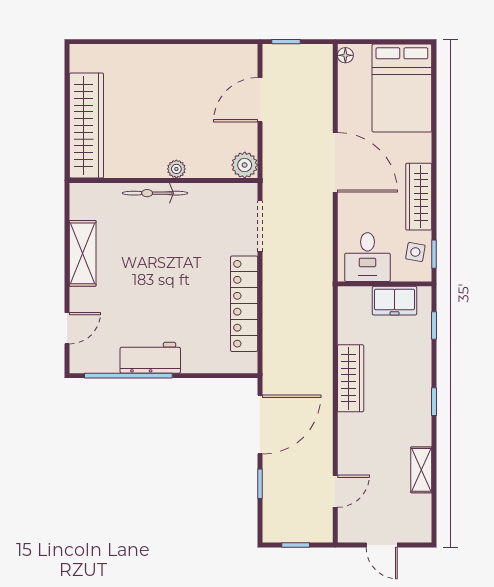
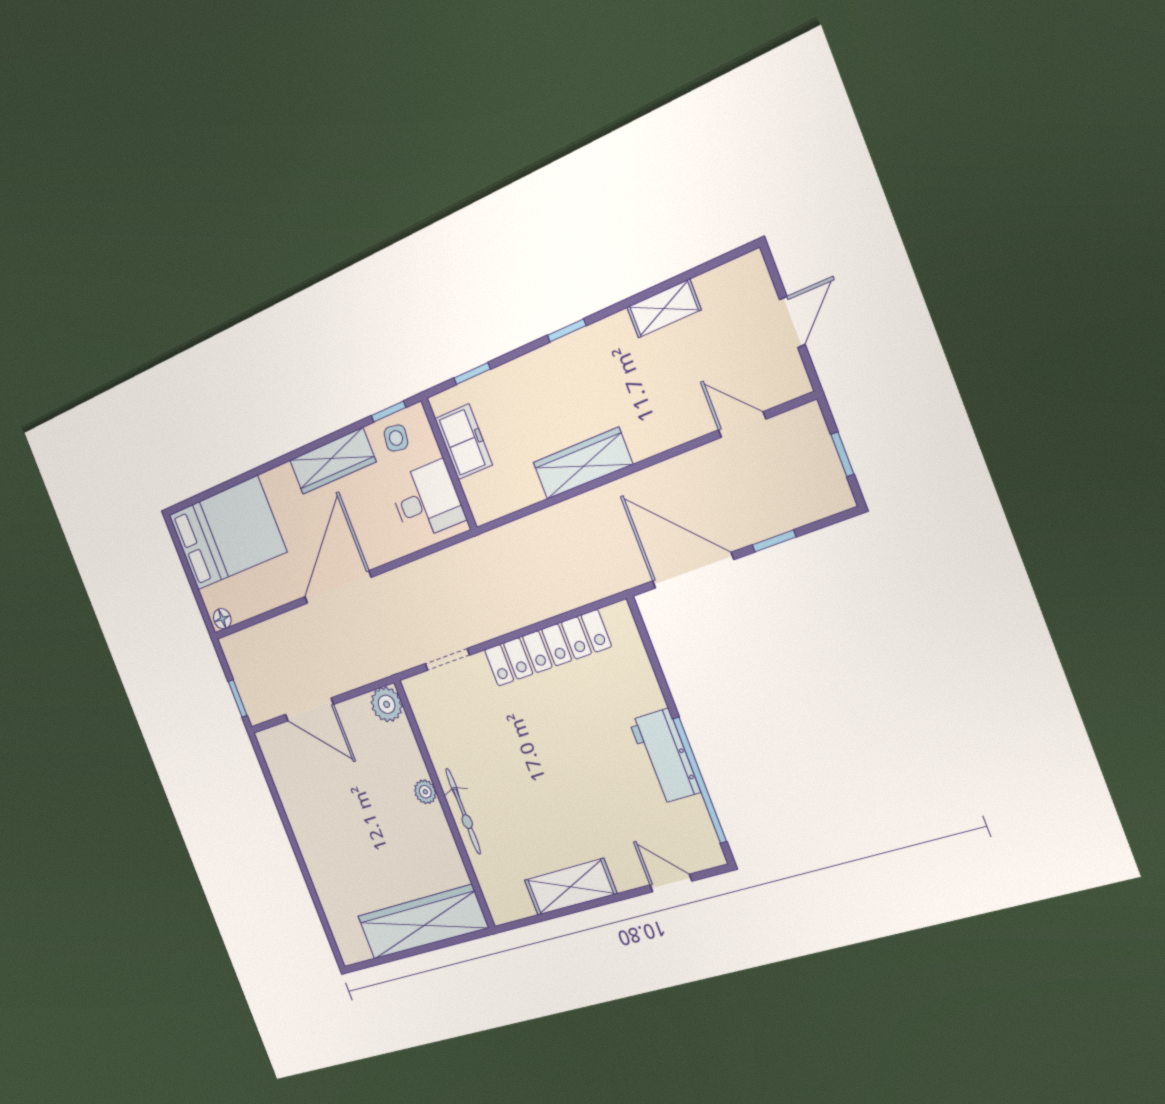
doorway: (260, 226) -> (447, 659), width x0.73

